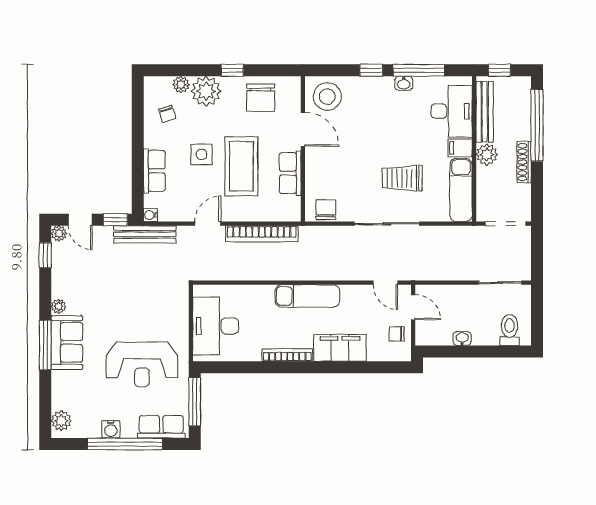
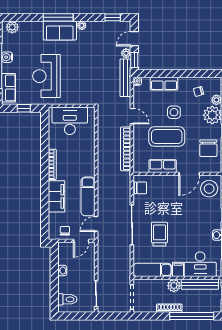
chair: (261, 98) -> (208, 148), turned -90
plant: (59, 233) -> (126, 53), moved
exam couch: (307, 296) -> (88, 196), moved
window: (195, 402) -> (24, 108), width x0.46

